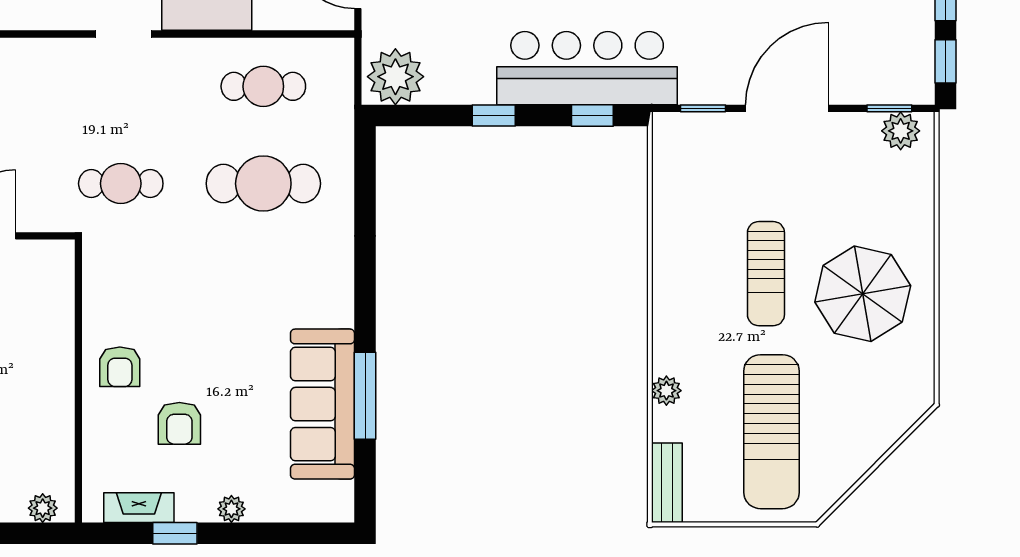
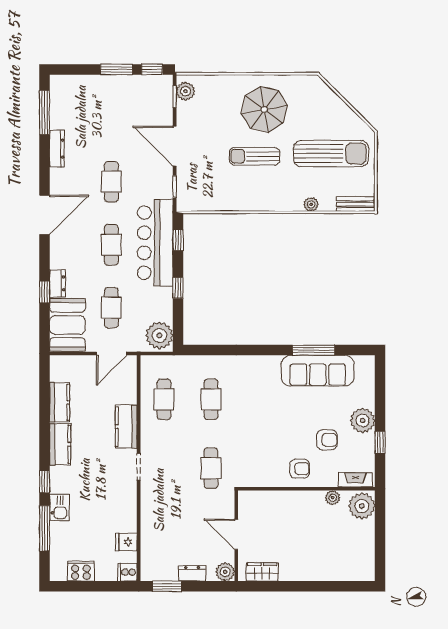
cafe table: (263, 184) -> (211, 399), width x0.73, depth x0.74
sun lounger: (766, 274) -> (255, 156), turned 180
plant: (60, 435) -> (333, 498), added
plant: (43, 508) -> (362, 506), width x1.87, depth x1.87
fireplace: (139, 508) -> (355, 480), moved, turned 90
plant: (231, 509) -> (363, 420), width x1.88, depth x1.88

